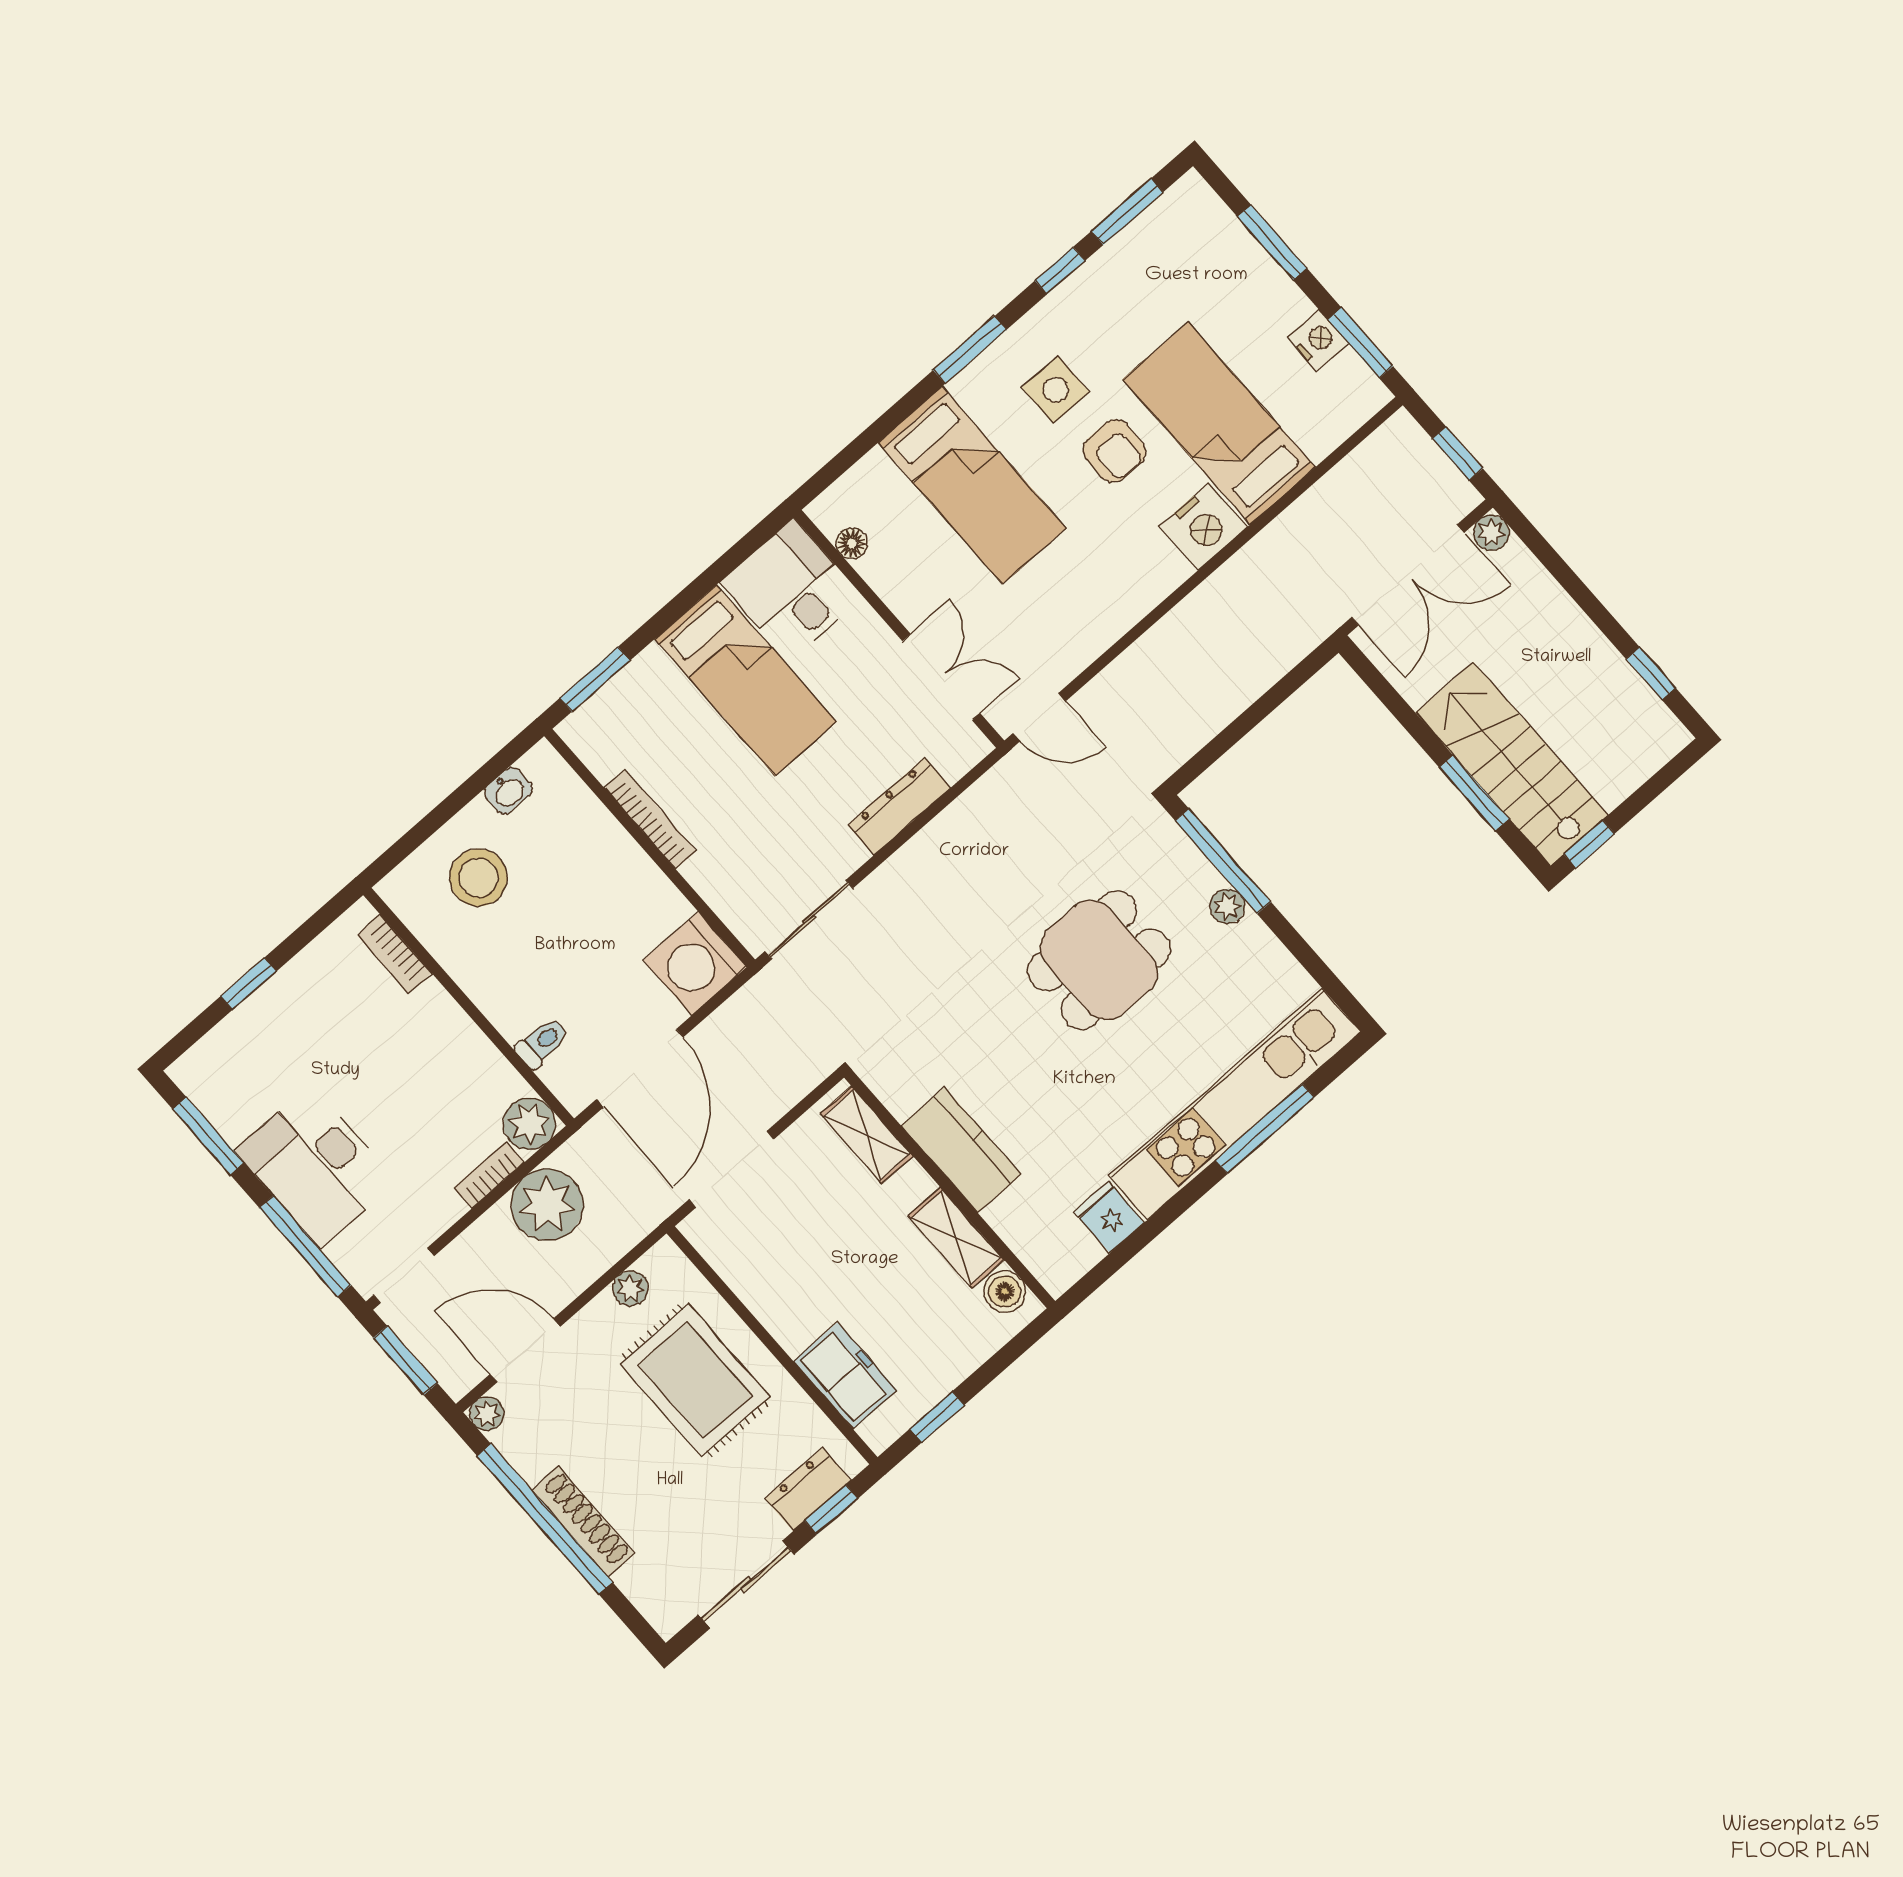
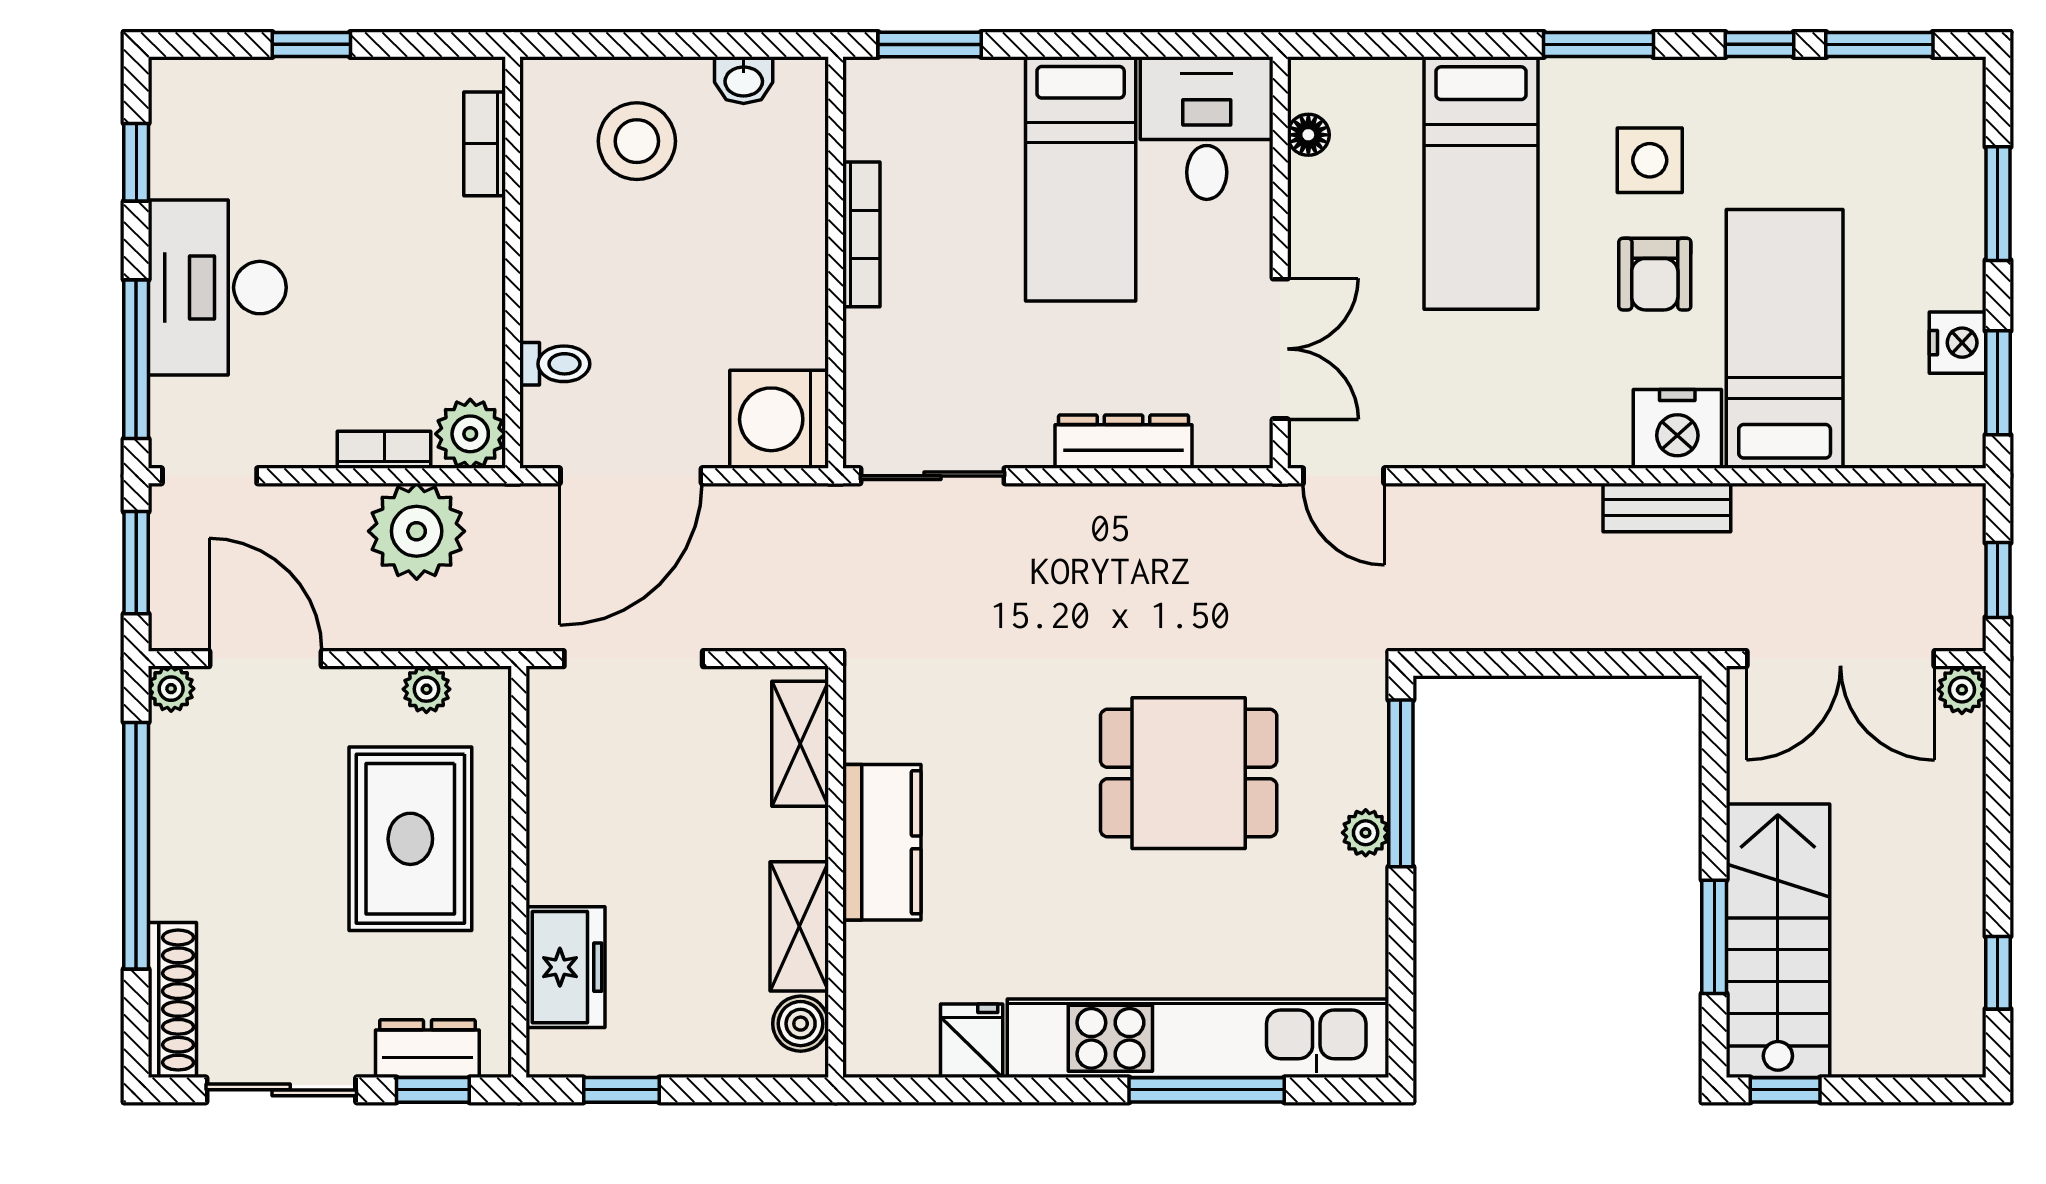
bench: (1236, 576) -> (1667, 507), added
window: (208, 1136) -> (136, 162), width x0.67
shoe rack: (583, 1522) -> (172, 1000), moved

